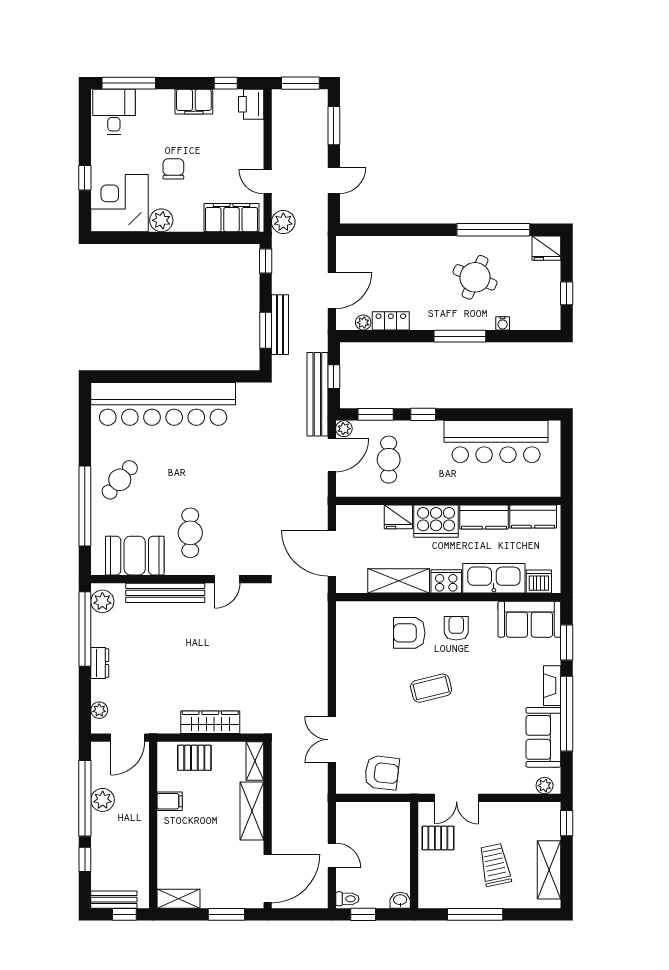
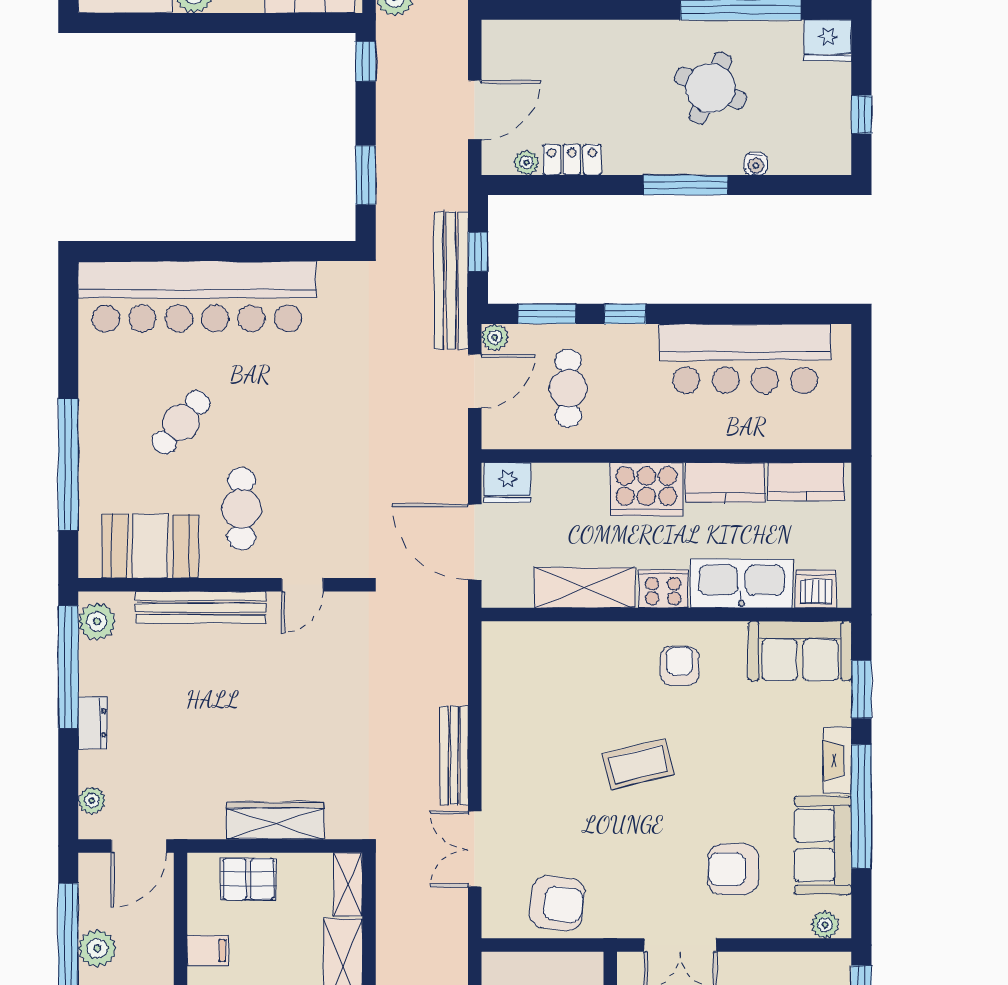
bench: (280, 325) -> (454, 755), moved
cafe table: (120, 480) -> (181, 422), moved
fridge: (398, 517) -> (508, 482), moved
armchair: (409, 633) -> (733, 869), moved

